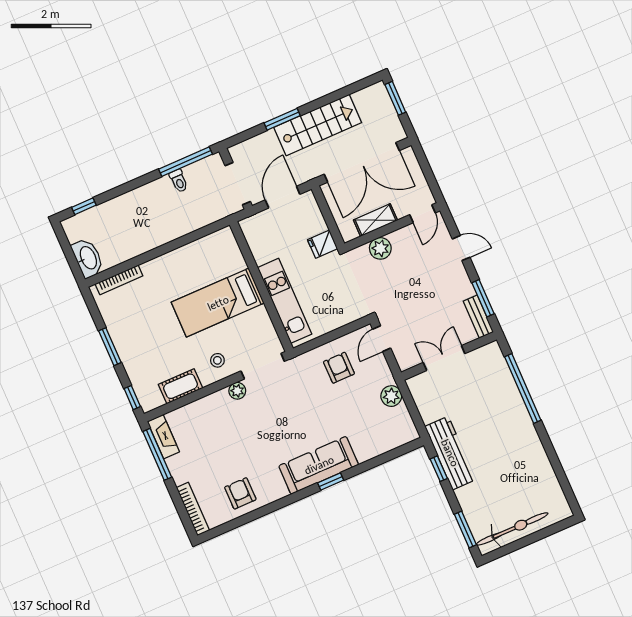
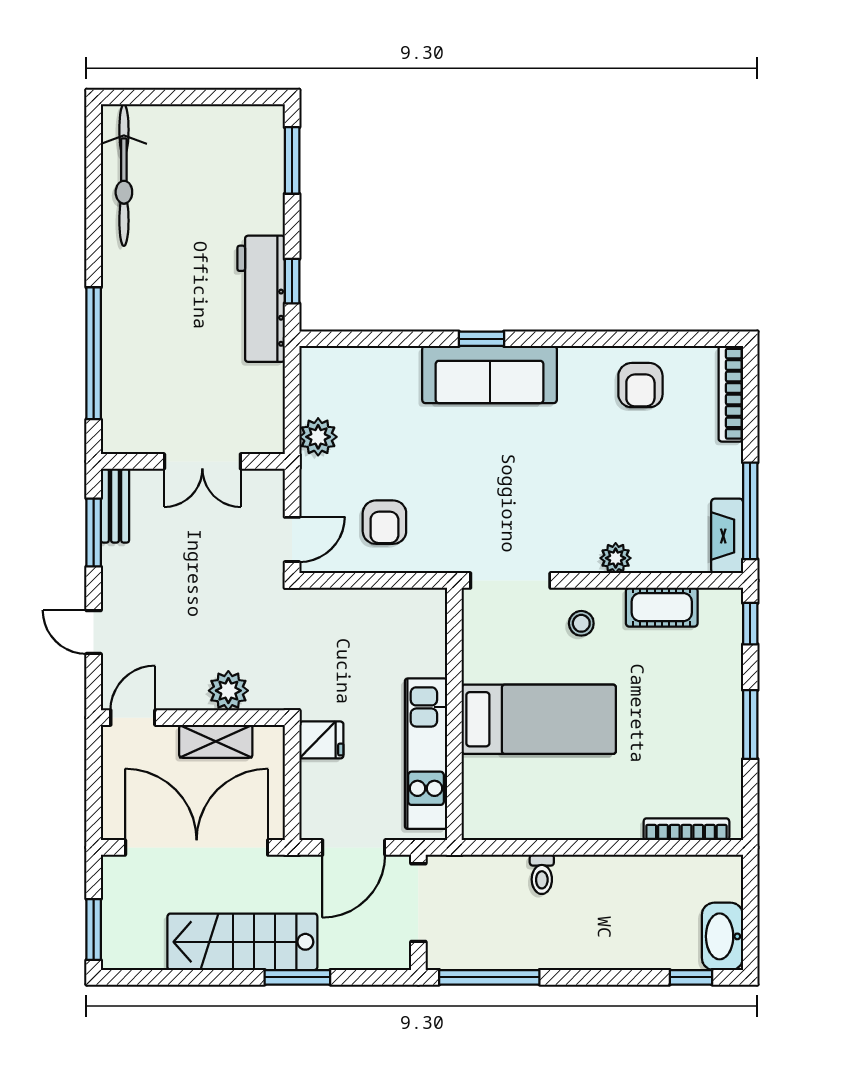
toilet: (179, 181) -> (542, 874), moved, turned 180
washbasin: (88, 258) -> (722, 936), moved
kitchen unit: (285, 301) -> (426, 754), moved
plant: (237, 391) -> (616, 558), moved
bicycle: (512, 529) -> (124, 175), moved, turned -90

